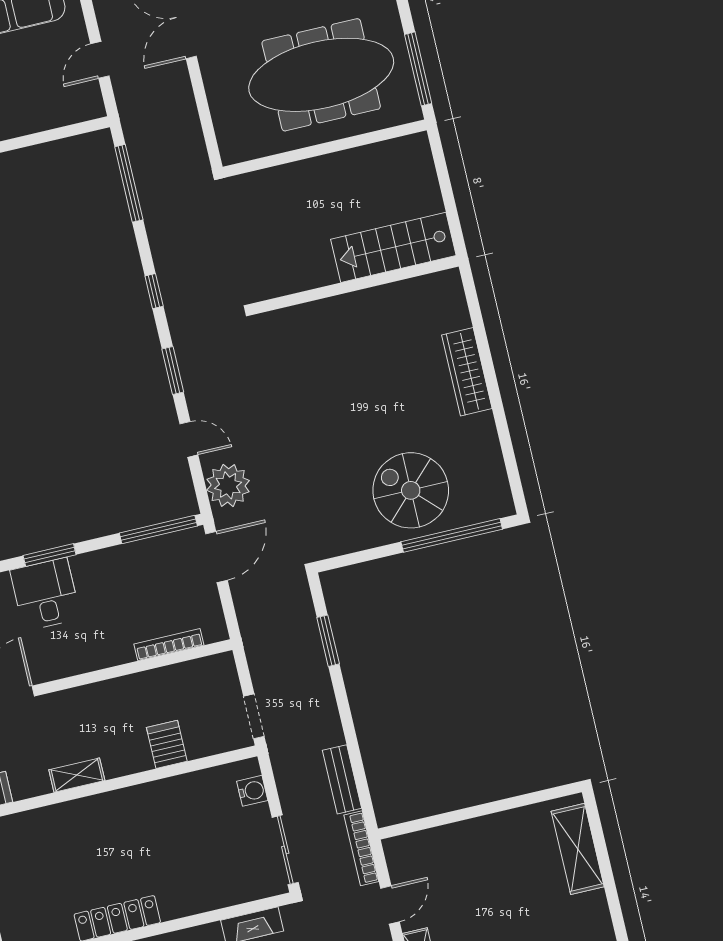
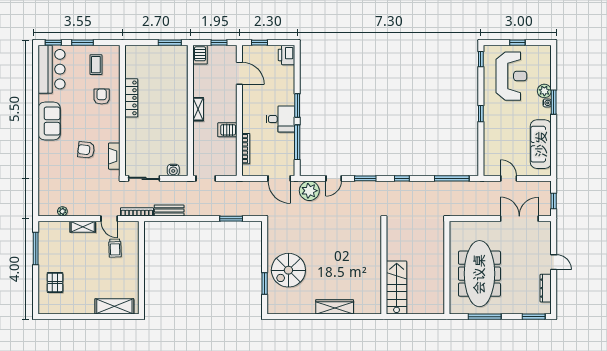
window: (418, 69) -> (485, 317), moved
spiral stairs: (411, 490) -> (288, 270), turned 180
window: (158, 530) -> (297, 142), moved
window: (452, 535) -> (265, 283), width x0.47
desk: (45, 594) -> (281, 119), moved
server rack: (167, 744) -> (227, 130), moved, turned 180
shelving: (77, 775) -> (198, 109), moved
trolley: (451, 877) -> (115, 248), added

